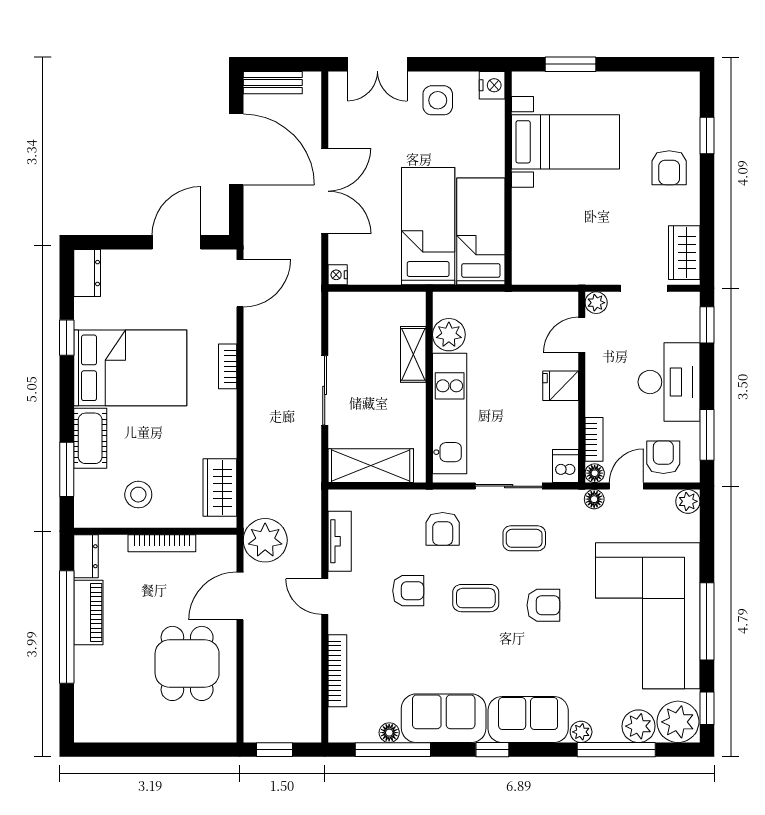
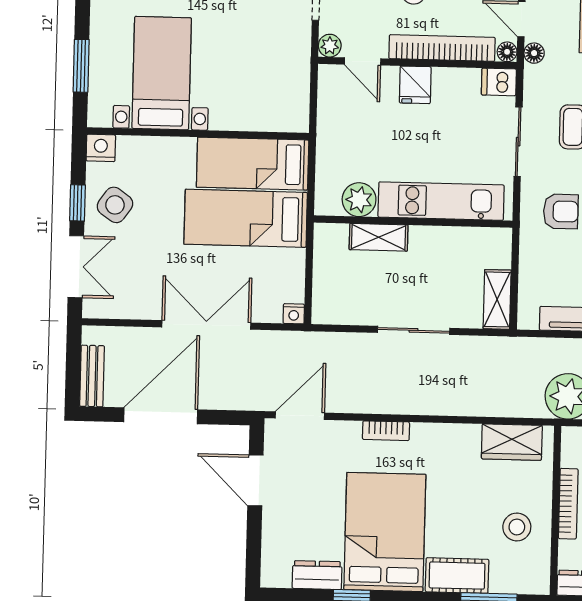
window: (439, 64) -> (78, 203), added
side table: (438, 100) -> (115, 205), turned 35
dresser: (87, 273) -> (317, 575), moved
door: (240, 283) -> (300, 416), hinge flipped
bookcase: (594, 439) -> (442, 48), width x2.31, depth x1.31
shelving: (371, 466) -> (497, 299), width x0.67, depth x0.75

